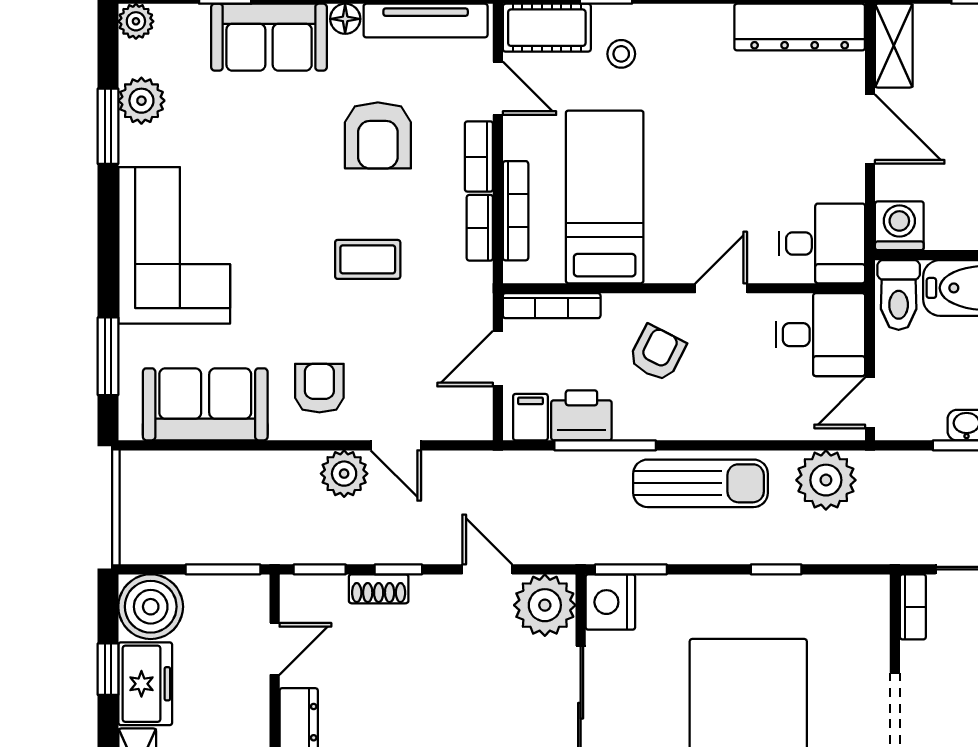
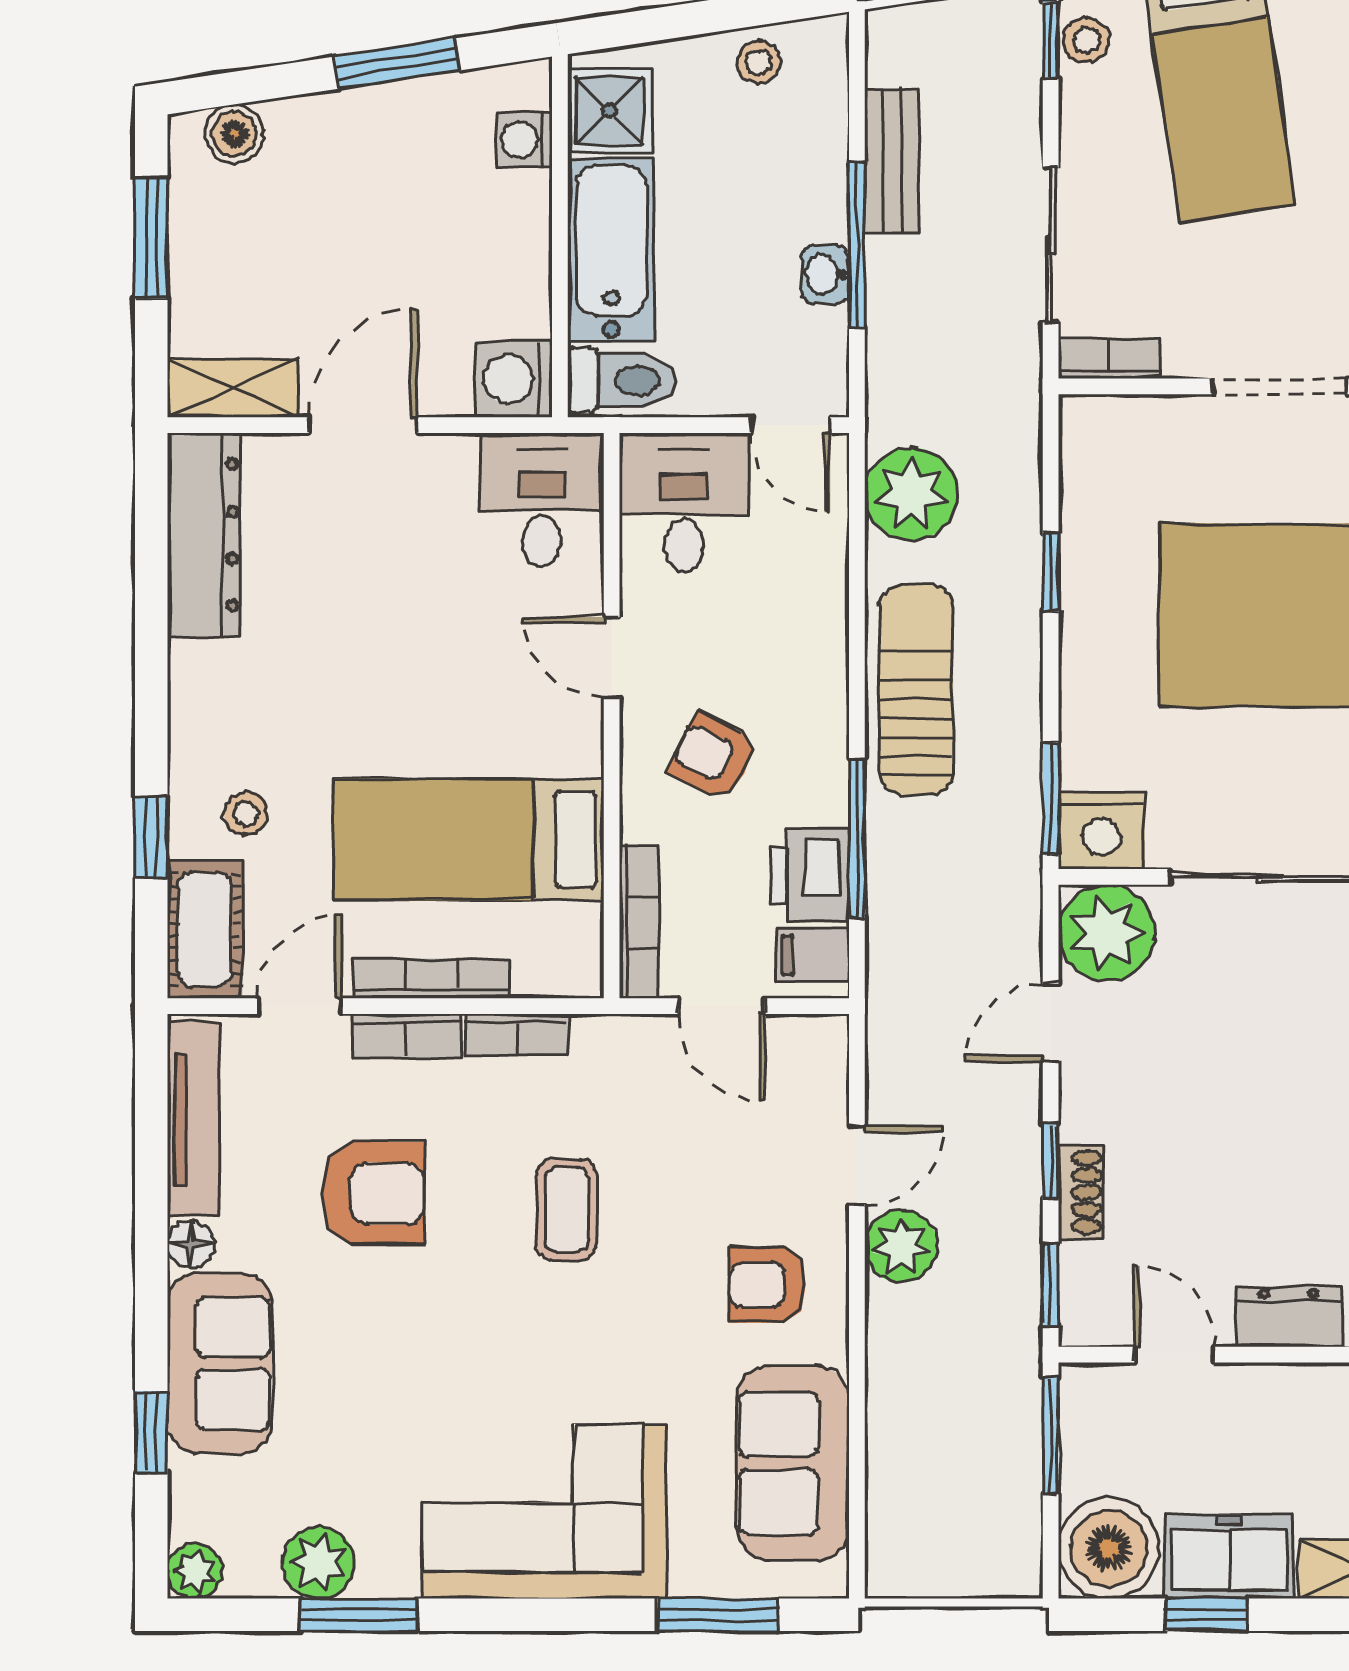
bookcase: (516, 211) -> (432, 978), moved

